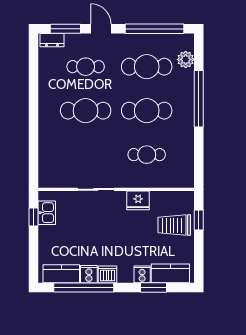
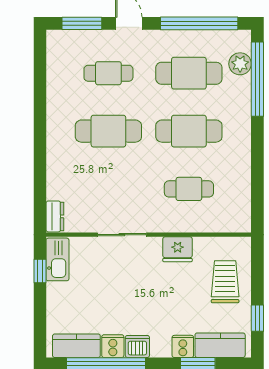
dresser: (52, 40) -> (55, 216), moved, turned -90
window: (199, 99) -> (257, 79), moved
kitchen sink: (47, 213) -> (57, 259), width x1.38
window: (199, 220) -> (257, 318), moved
trolley: (174, 225) -> (225, 282), turned 90

